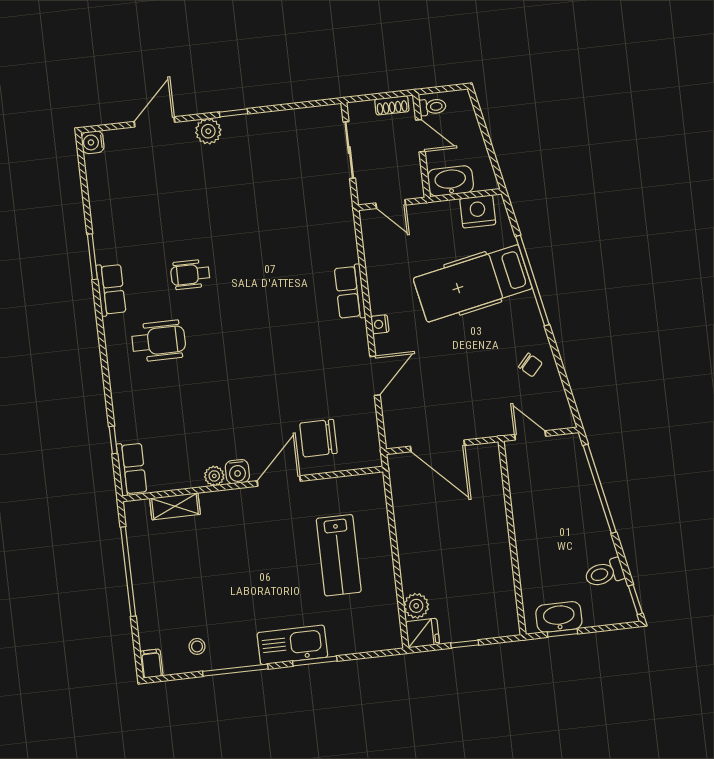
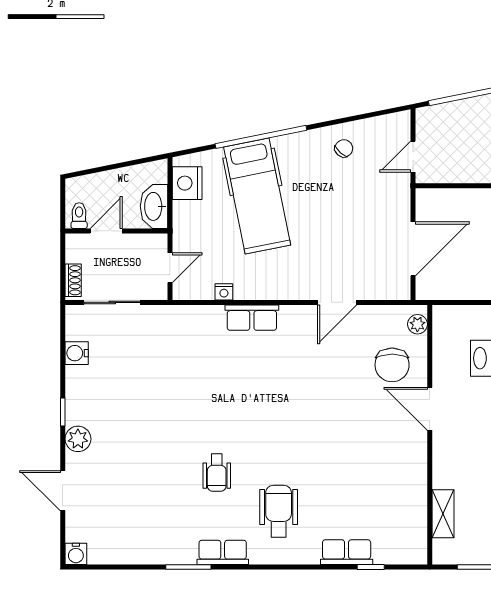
shoe rack: (392, 105) -> (73, 280), moved
nightstand: (380, 324) -> (224, 292), moved
door: (375, 376) -> (337, 302), swing flipped
row of seats: (132, 469) -> (347, 552), moved
water cooler: (237, 472) -> (77, 353), moved, turned 180
plant: (214, 476) -> (417, 324), moved

